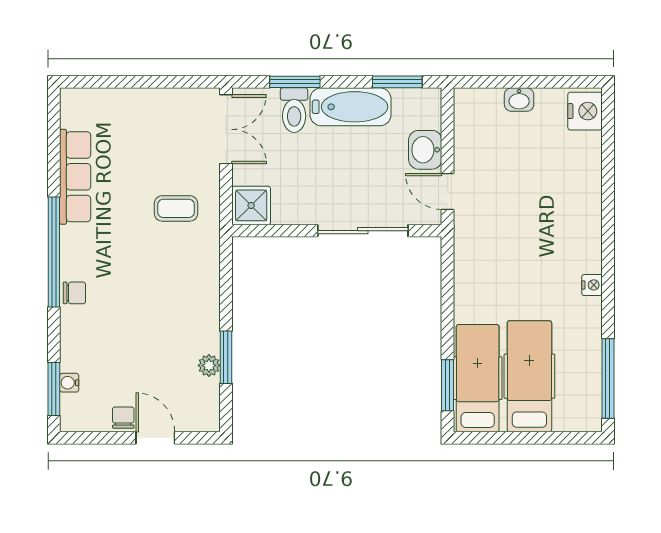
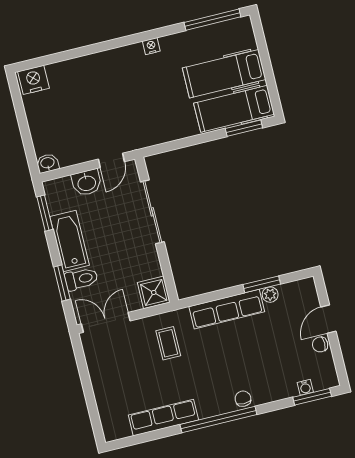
washbasin: (519, 100) -> (48, 163), moved, turned -90
row of seats: (203, 301) -> (227, 309), added

